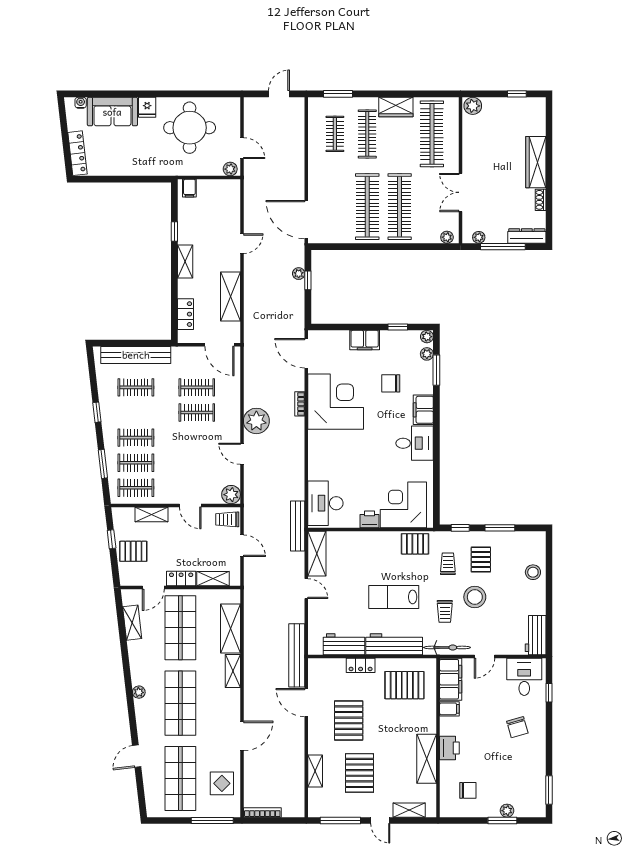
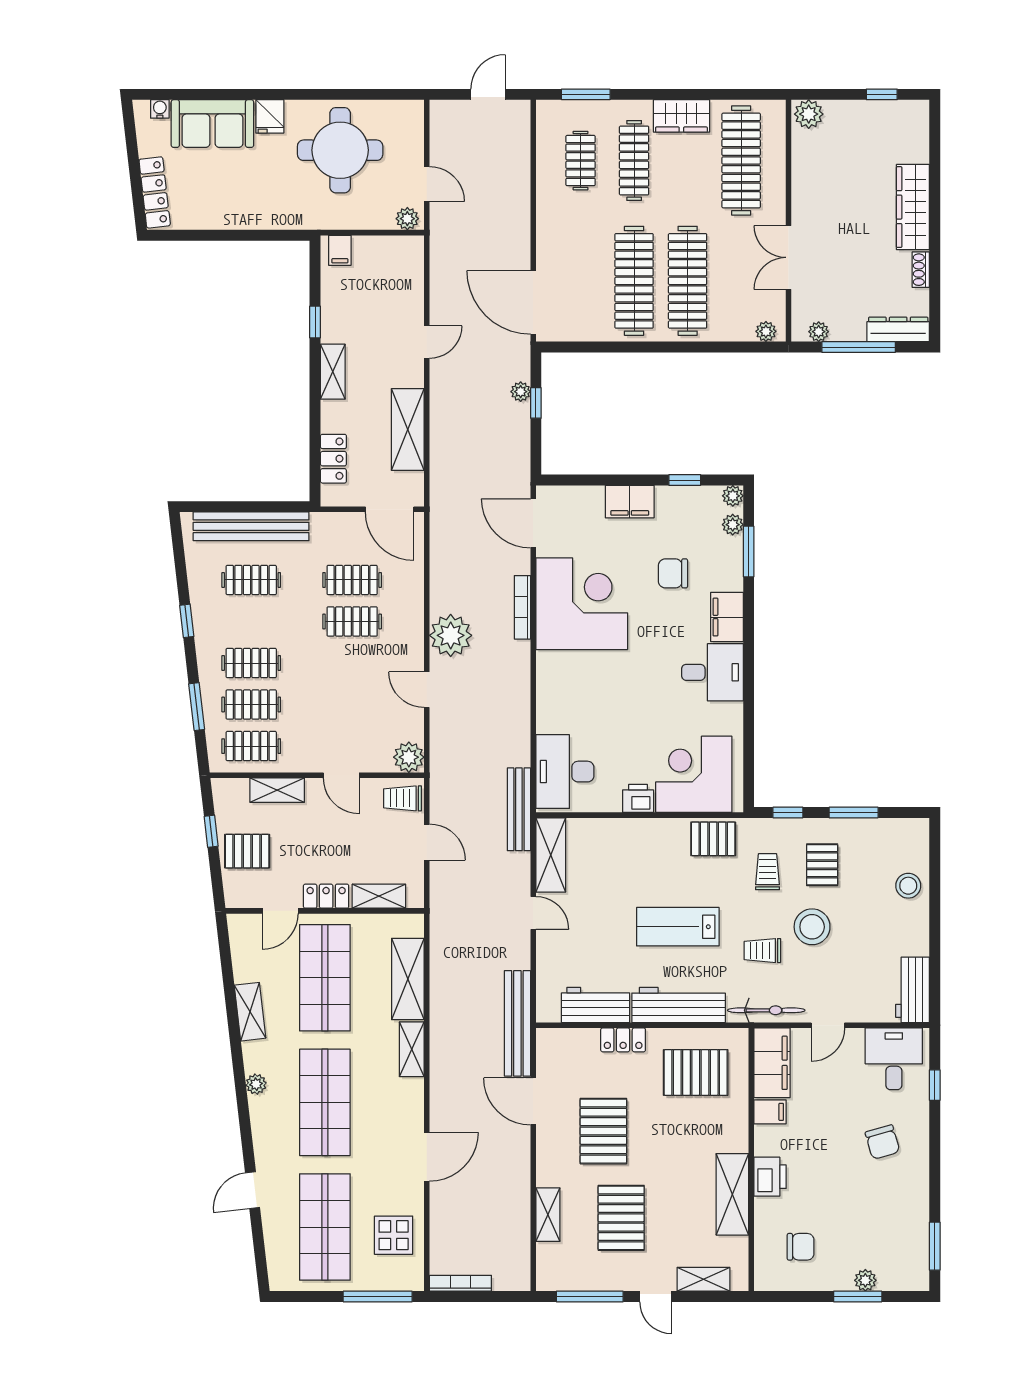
bookcase: (300, 404) -> (522, 607), width x1.56
trolley: (445, 611) -> (762, 951), turned 90
shelving: (132, 623) -> (250, 1012), moved

